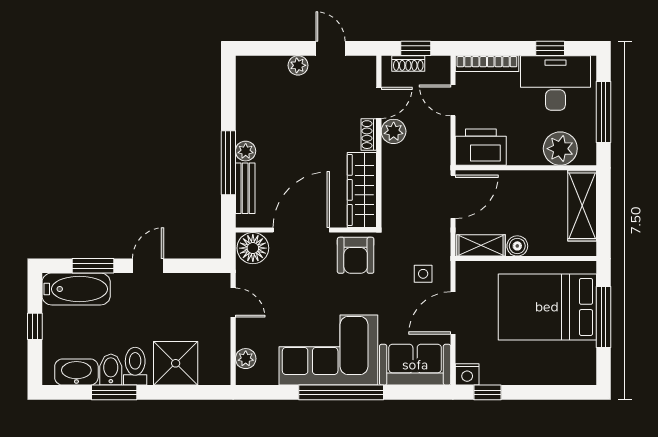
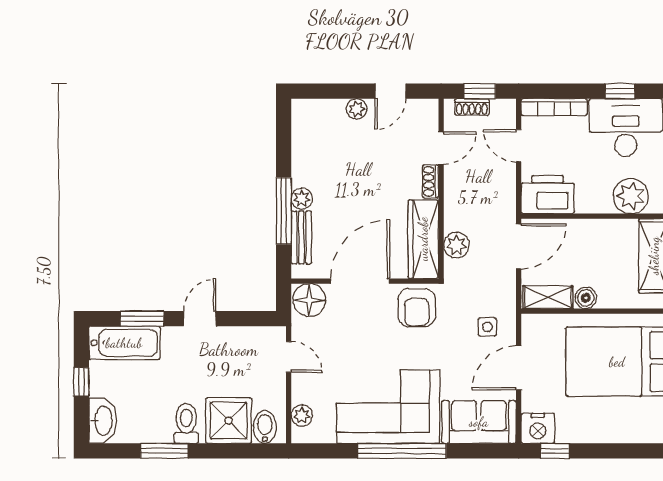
door: (330, 48) -> (390, 91), swing flipped
plant: (394, 131) -> (456, 245), moved
bidet: (111, 370) -> (265, 427), moved
washbasin: (76, 372) -> (103, 421), moved, turned 90
nightstand: (467, 374) -> (538, 428), width x1.36, depth x1.33

